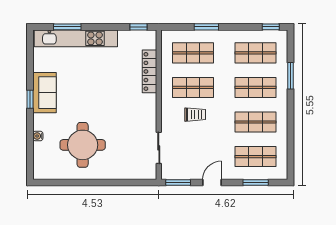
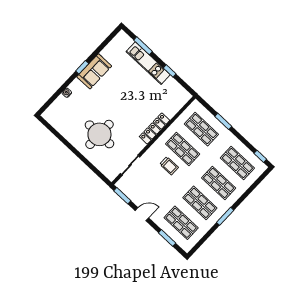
window: (139, 27) -> (170, 71), moved
kitchen unit: (76, 38) -> (148, 63), width x0.73
locker: (149, 71) -> (155, 128), moved
window: (290, 76) -> (225, 216), moved
round table: (83, 145) -> (99, 134), moved

